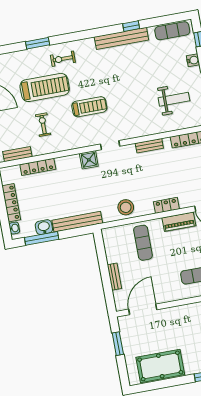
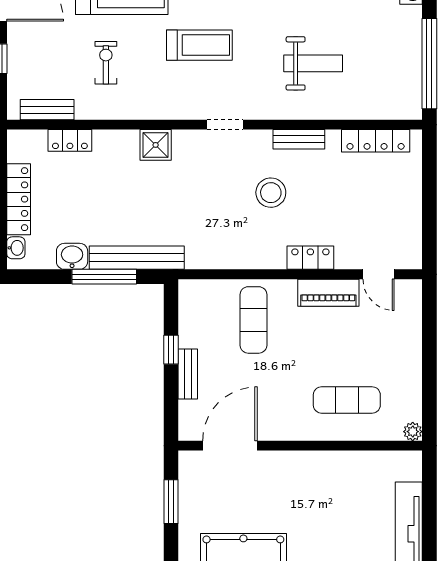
weight bench: (174, 99) -> (313, 63), moved
shower: (89, 160) -> (156, 145), moved
locker: (38, 167) -> (70, 140), width x0.66
stool: (126, 207) -> (271, 193), moved
window: (42, 238) -> (104, 277), moved
window: (103, 266) -> (171, 350), added

